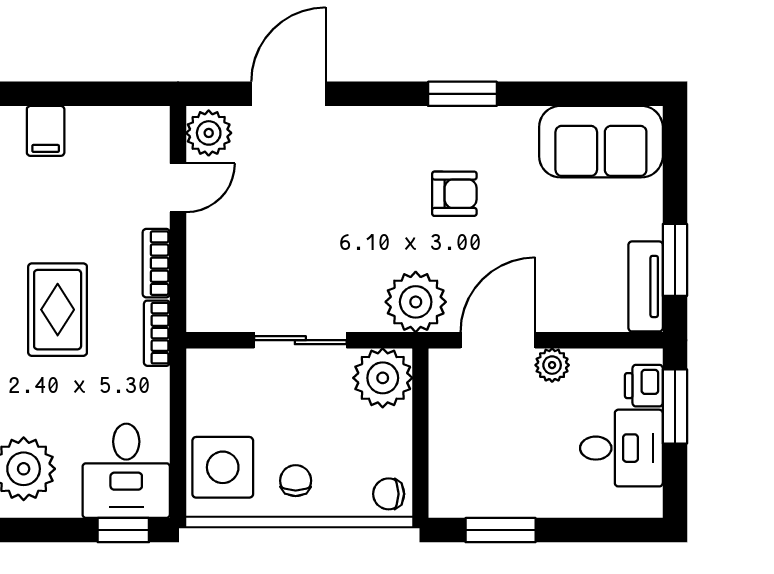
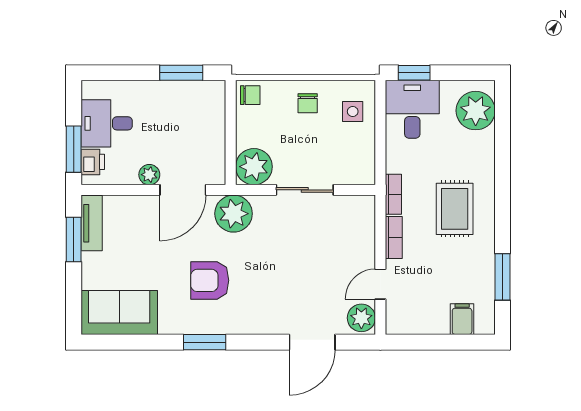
armchair: (454, 194) -> (210, 280), width x1.38, depth x1.38
side table: (223, 467) -> (353, 111), width x0.54, depth x0.54

